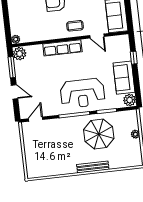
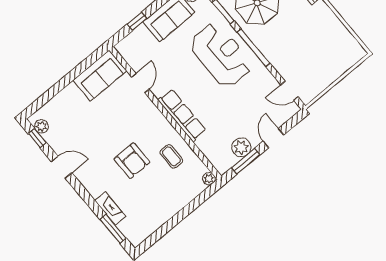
coffee table: (75, 26) -> (171, 156), moved
plant: (20, 54) -> (241, 147), moved

